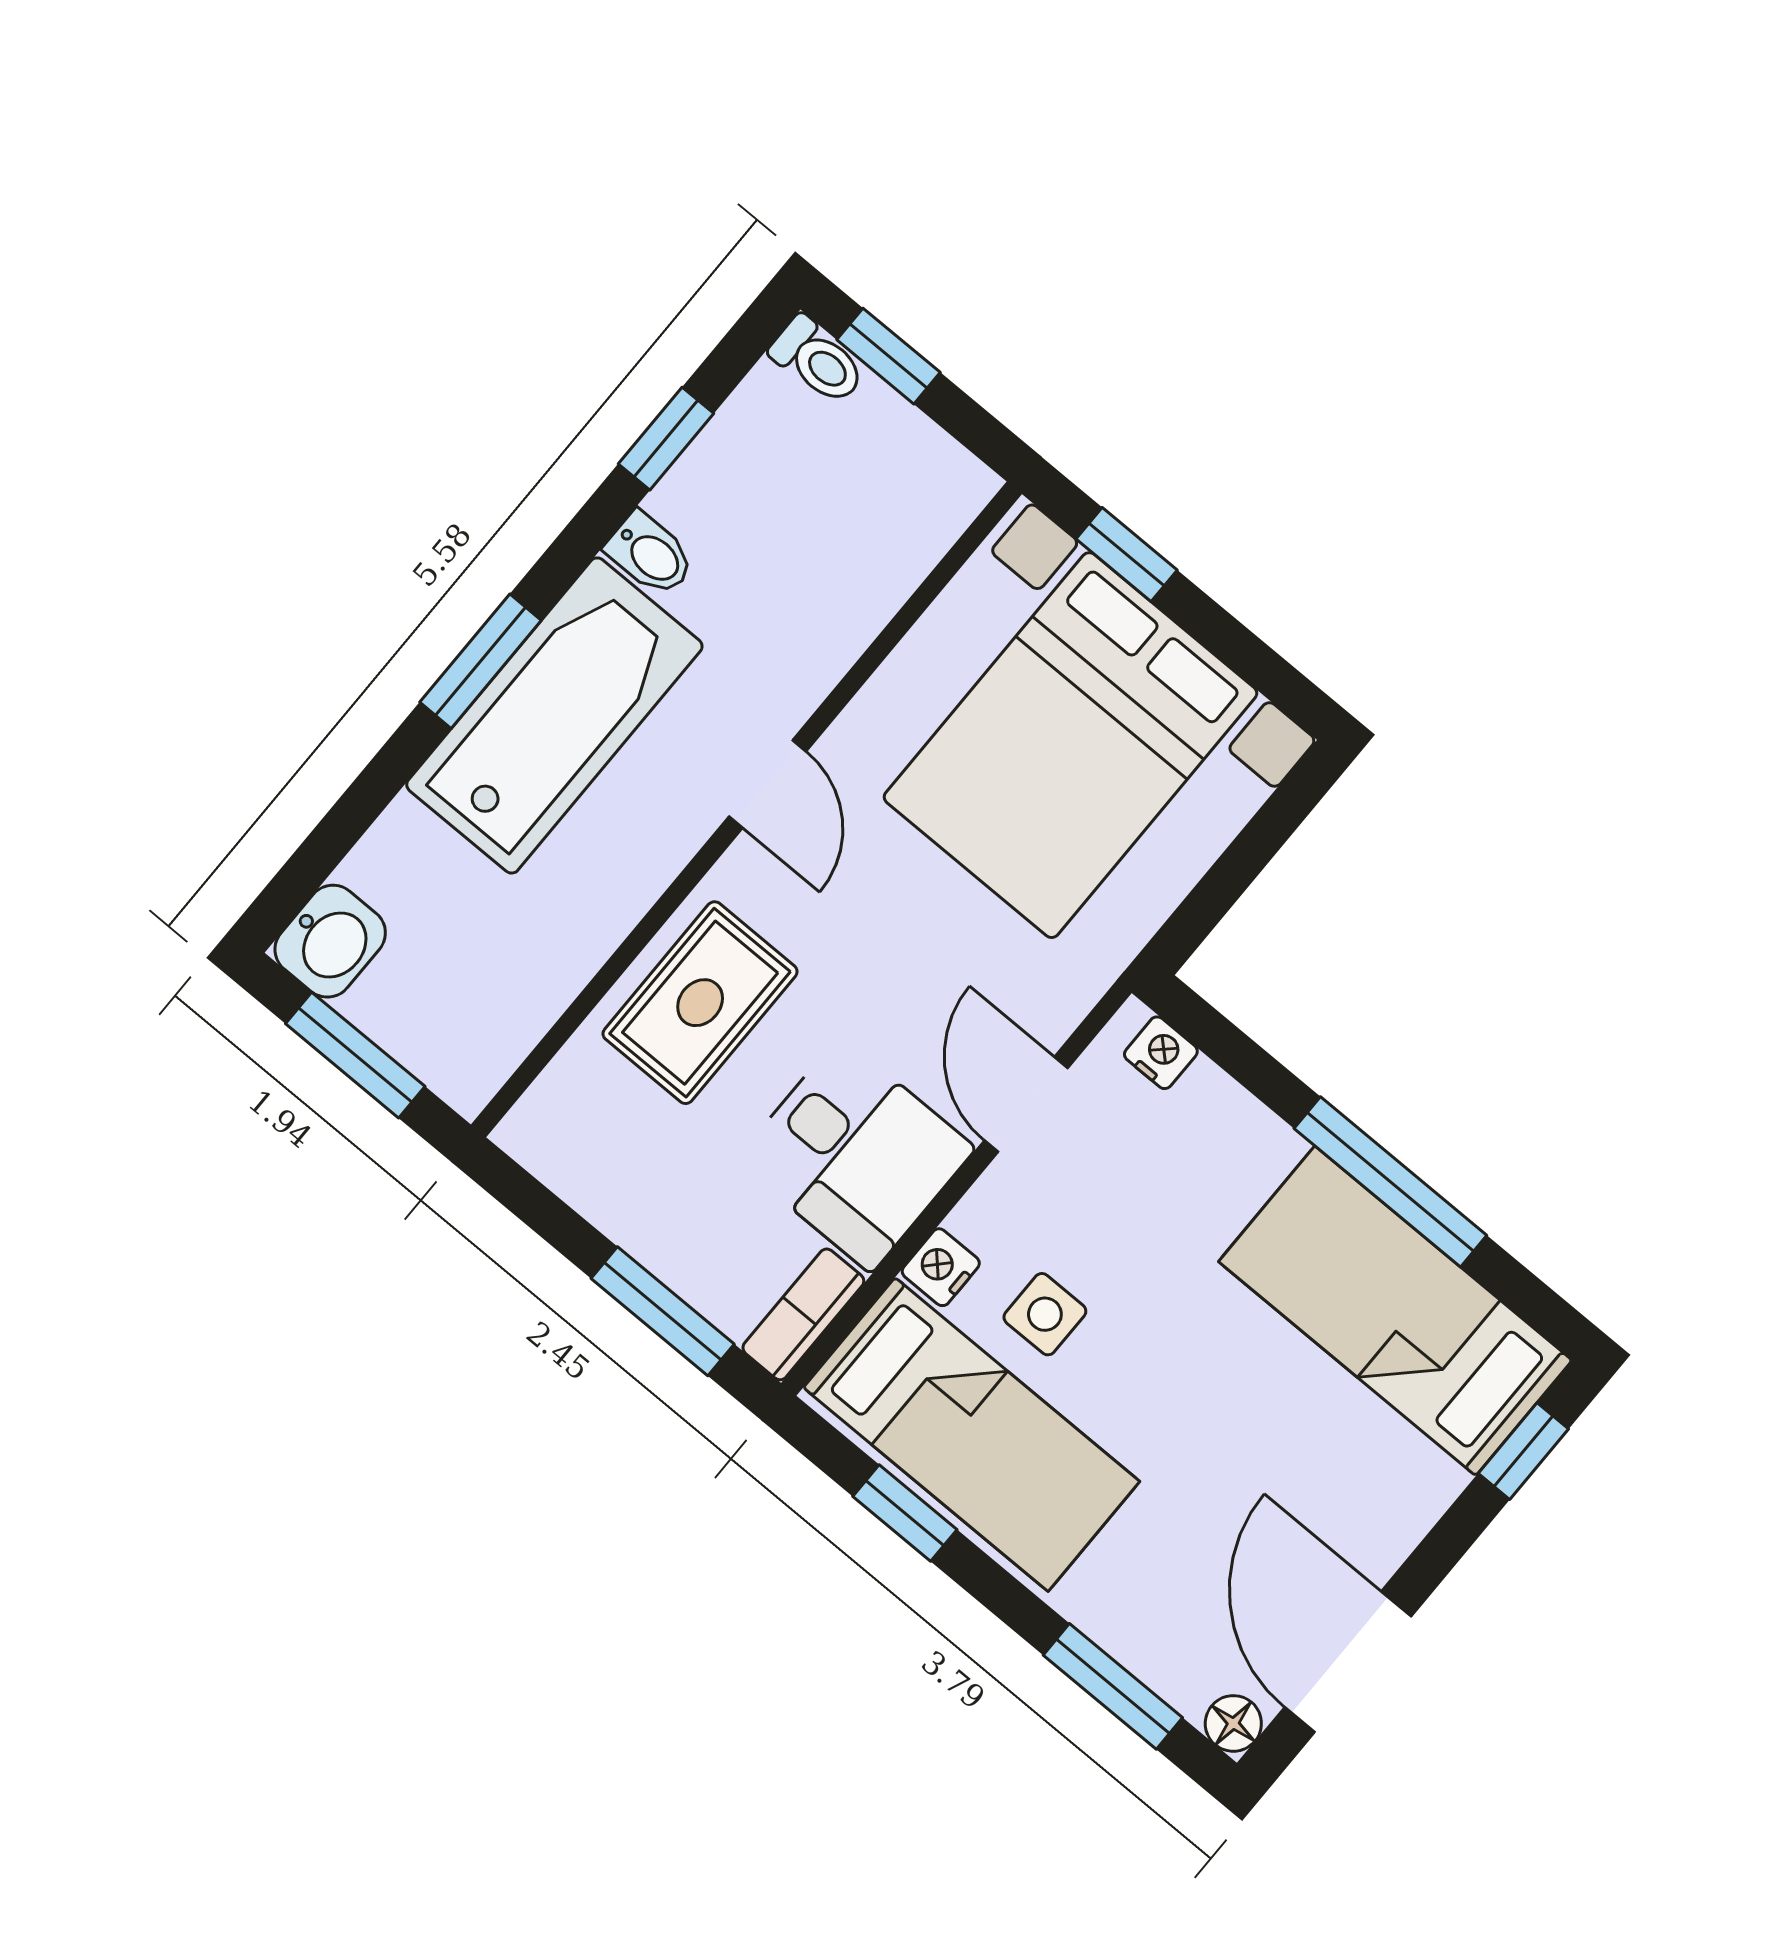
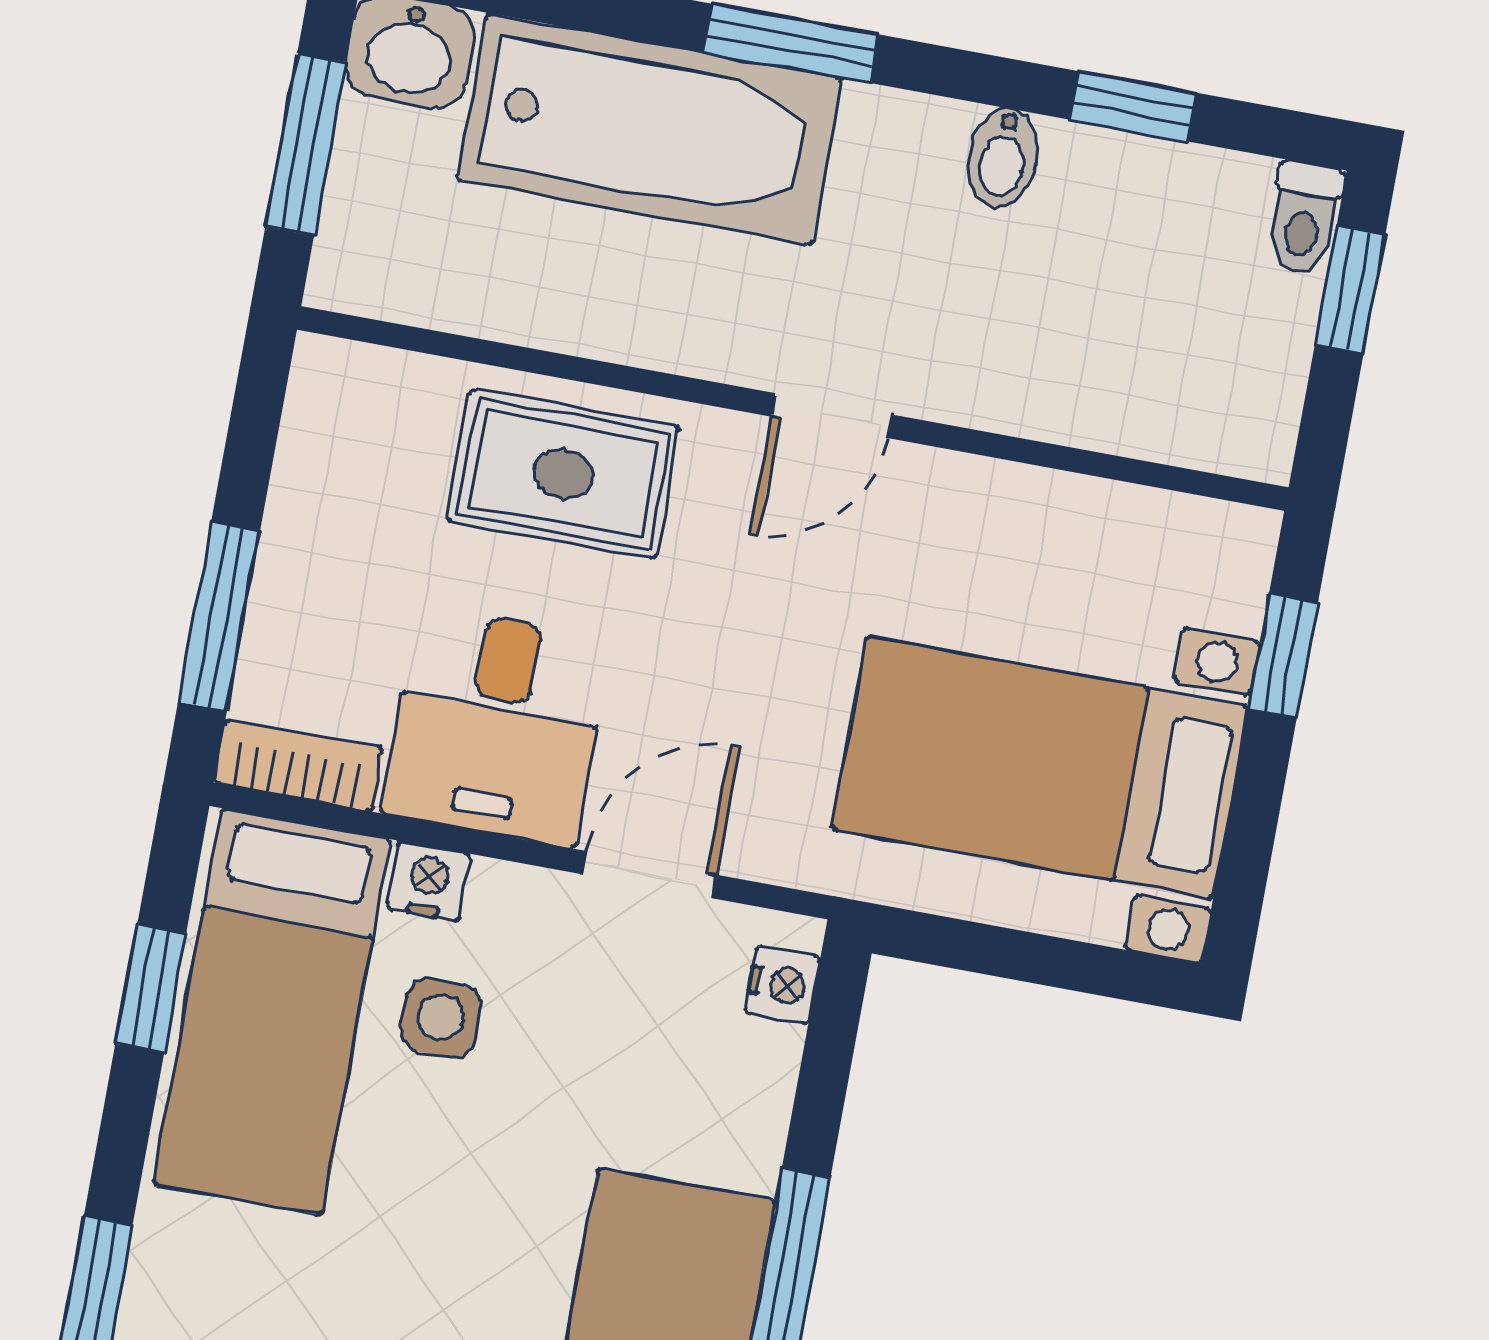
bathtub: (554, 715) -> (649, 129), moved
bed with nightstands: (1070, 745) -> (1040, 767), width x0.73

